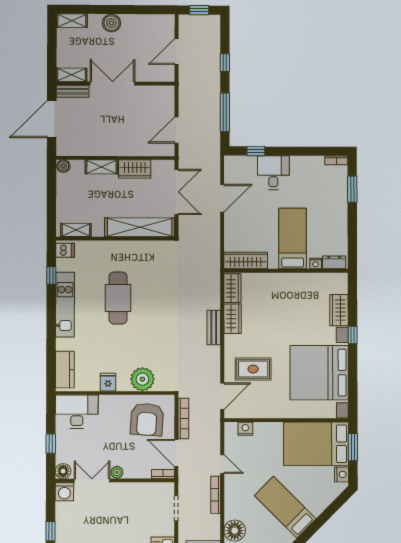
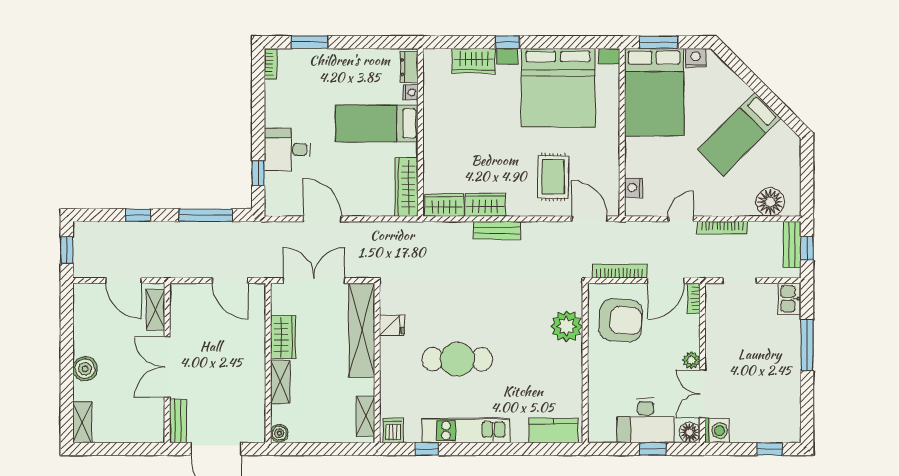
shelving: (72, 75) -> (156, 309), moved
fridge: (108, 382) -> (392, 325), moved, turned 180
desk: (77, 412) -> (646, 420), moved, turned -90

